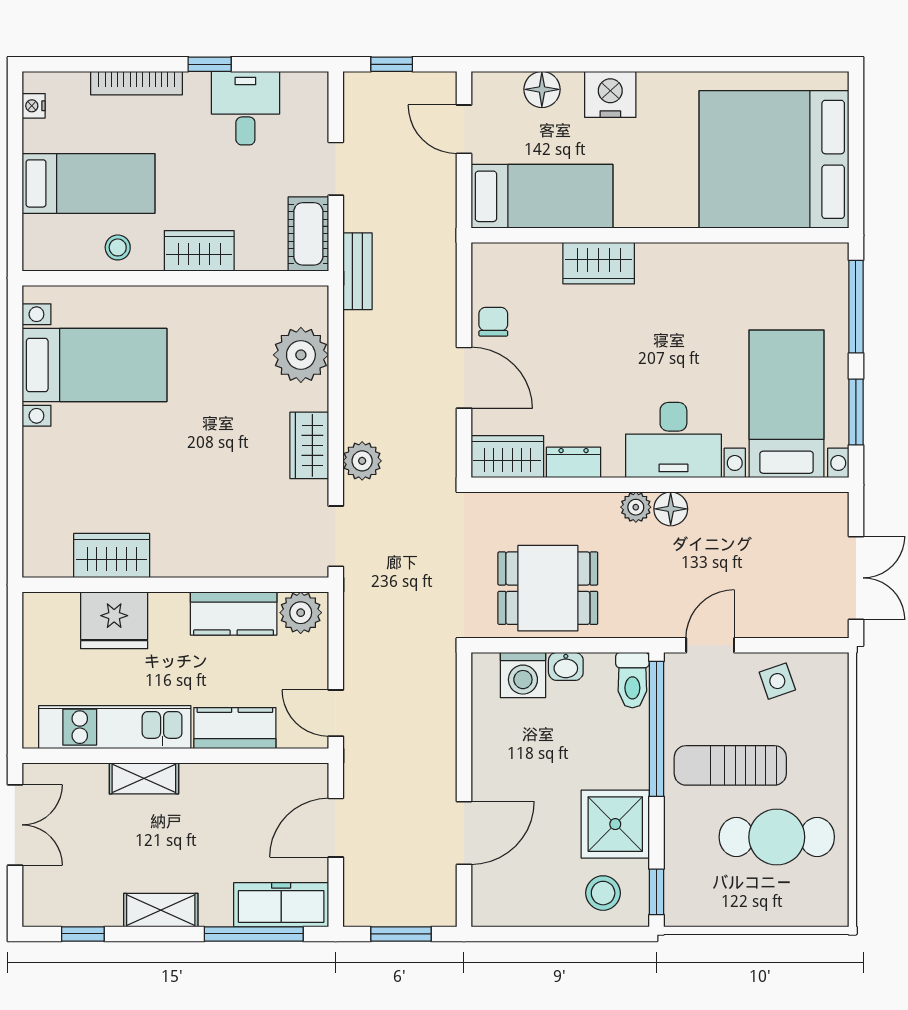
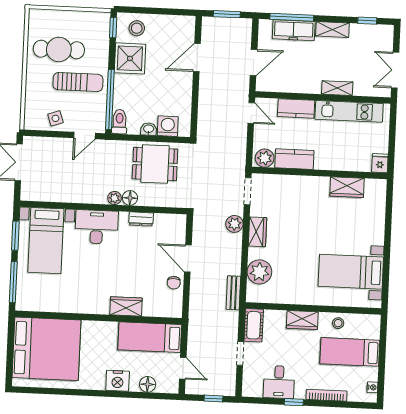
bench: (357, 271) -> (233, 293), moved
wardrobe: (507, 457) -> (170, 223), removed
floor lamp: (671, 509) -> (130, 198), moved
fridge: (114, 620) -> (380, 163), moved, width x0.53, depth x0.75
freezer: (281, 905) -> (294, 30), moved

